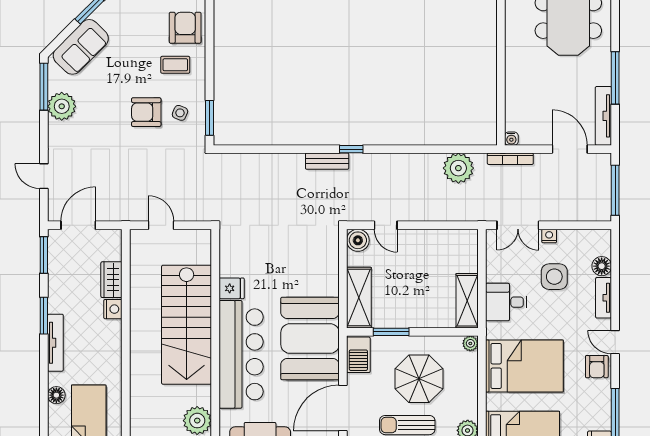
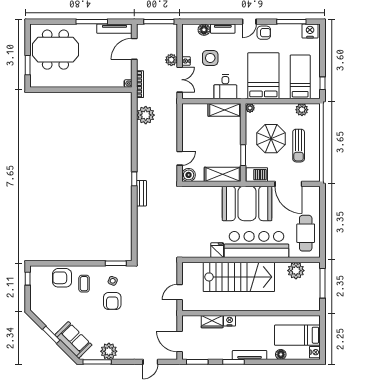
plant: (551, 211) -> (171, 60), added

